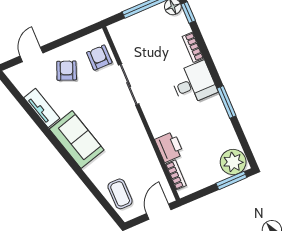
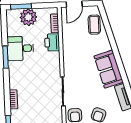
desk: (194, 83) -> (20, 48), moved
plant: (233, 162) -> (28, 17), moved

